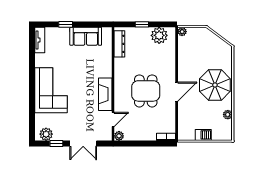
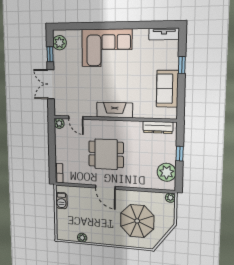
parasol: (215, 85) -> (137, 221), moved
fireplace: (105, 94) -> (115, 110), moved
barbecue: (203, 135) -> (61, 201), moved

